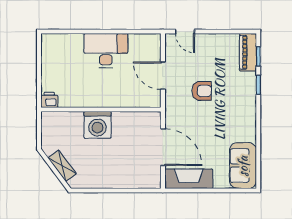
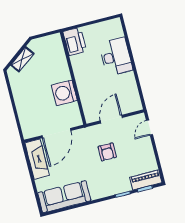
desk: (106, 51) -> (116, 57), moved
printer: (49, 100) -> (75, 42), width x1.87, depth x1.48
washing machine: (97, 125) -> (64, 93), moved
sofa: (243, 166) -> (64, 197), width x1.36

